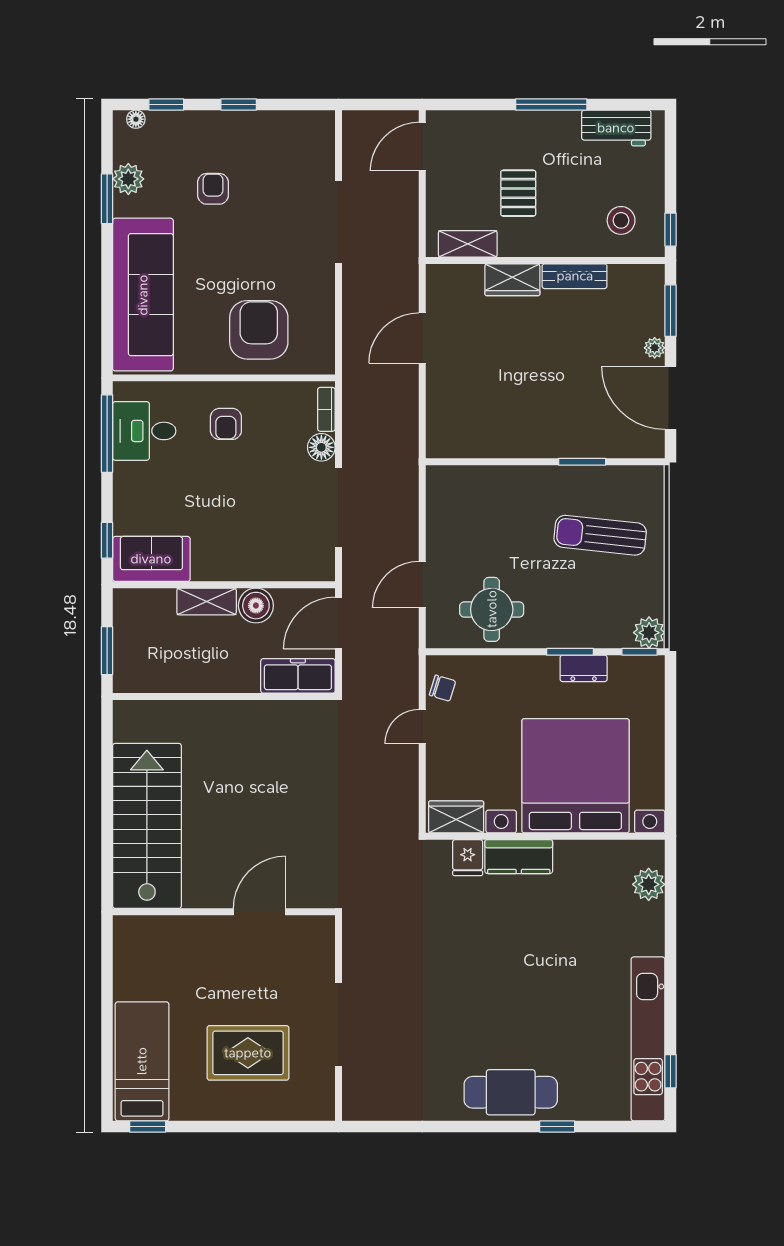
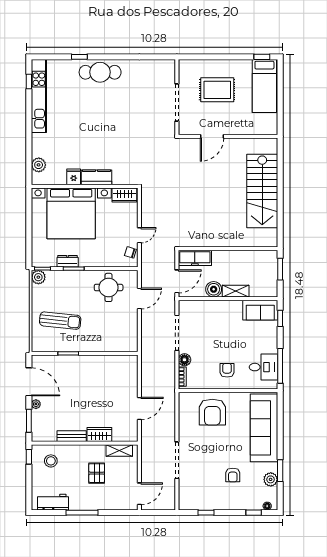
window: (239, 104) -> (206, 513), moved
fridge: (468, 858) -> (74, 177), moved
wall: (224, 912) -> (228, 136), moved
door: (260, 912) -> (212, 136), moved

